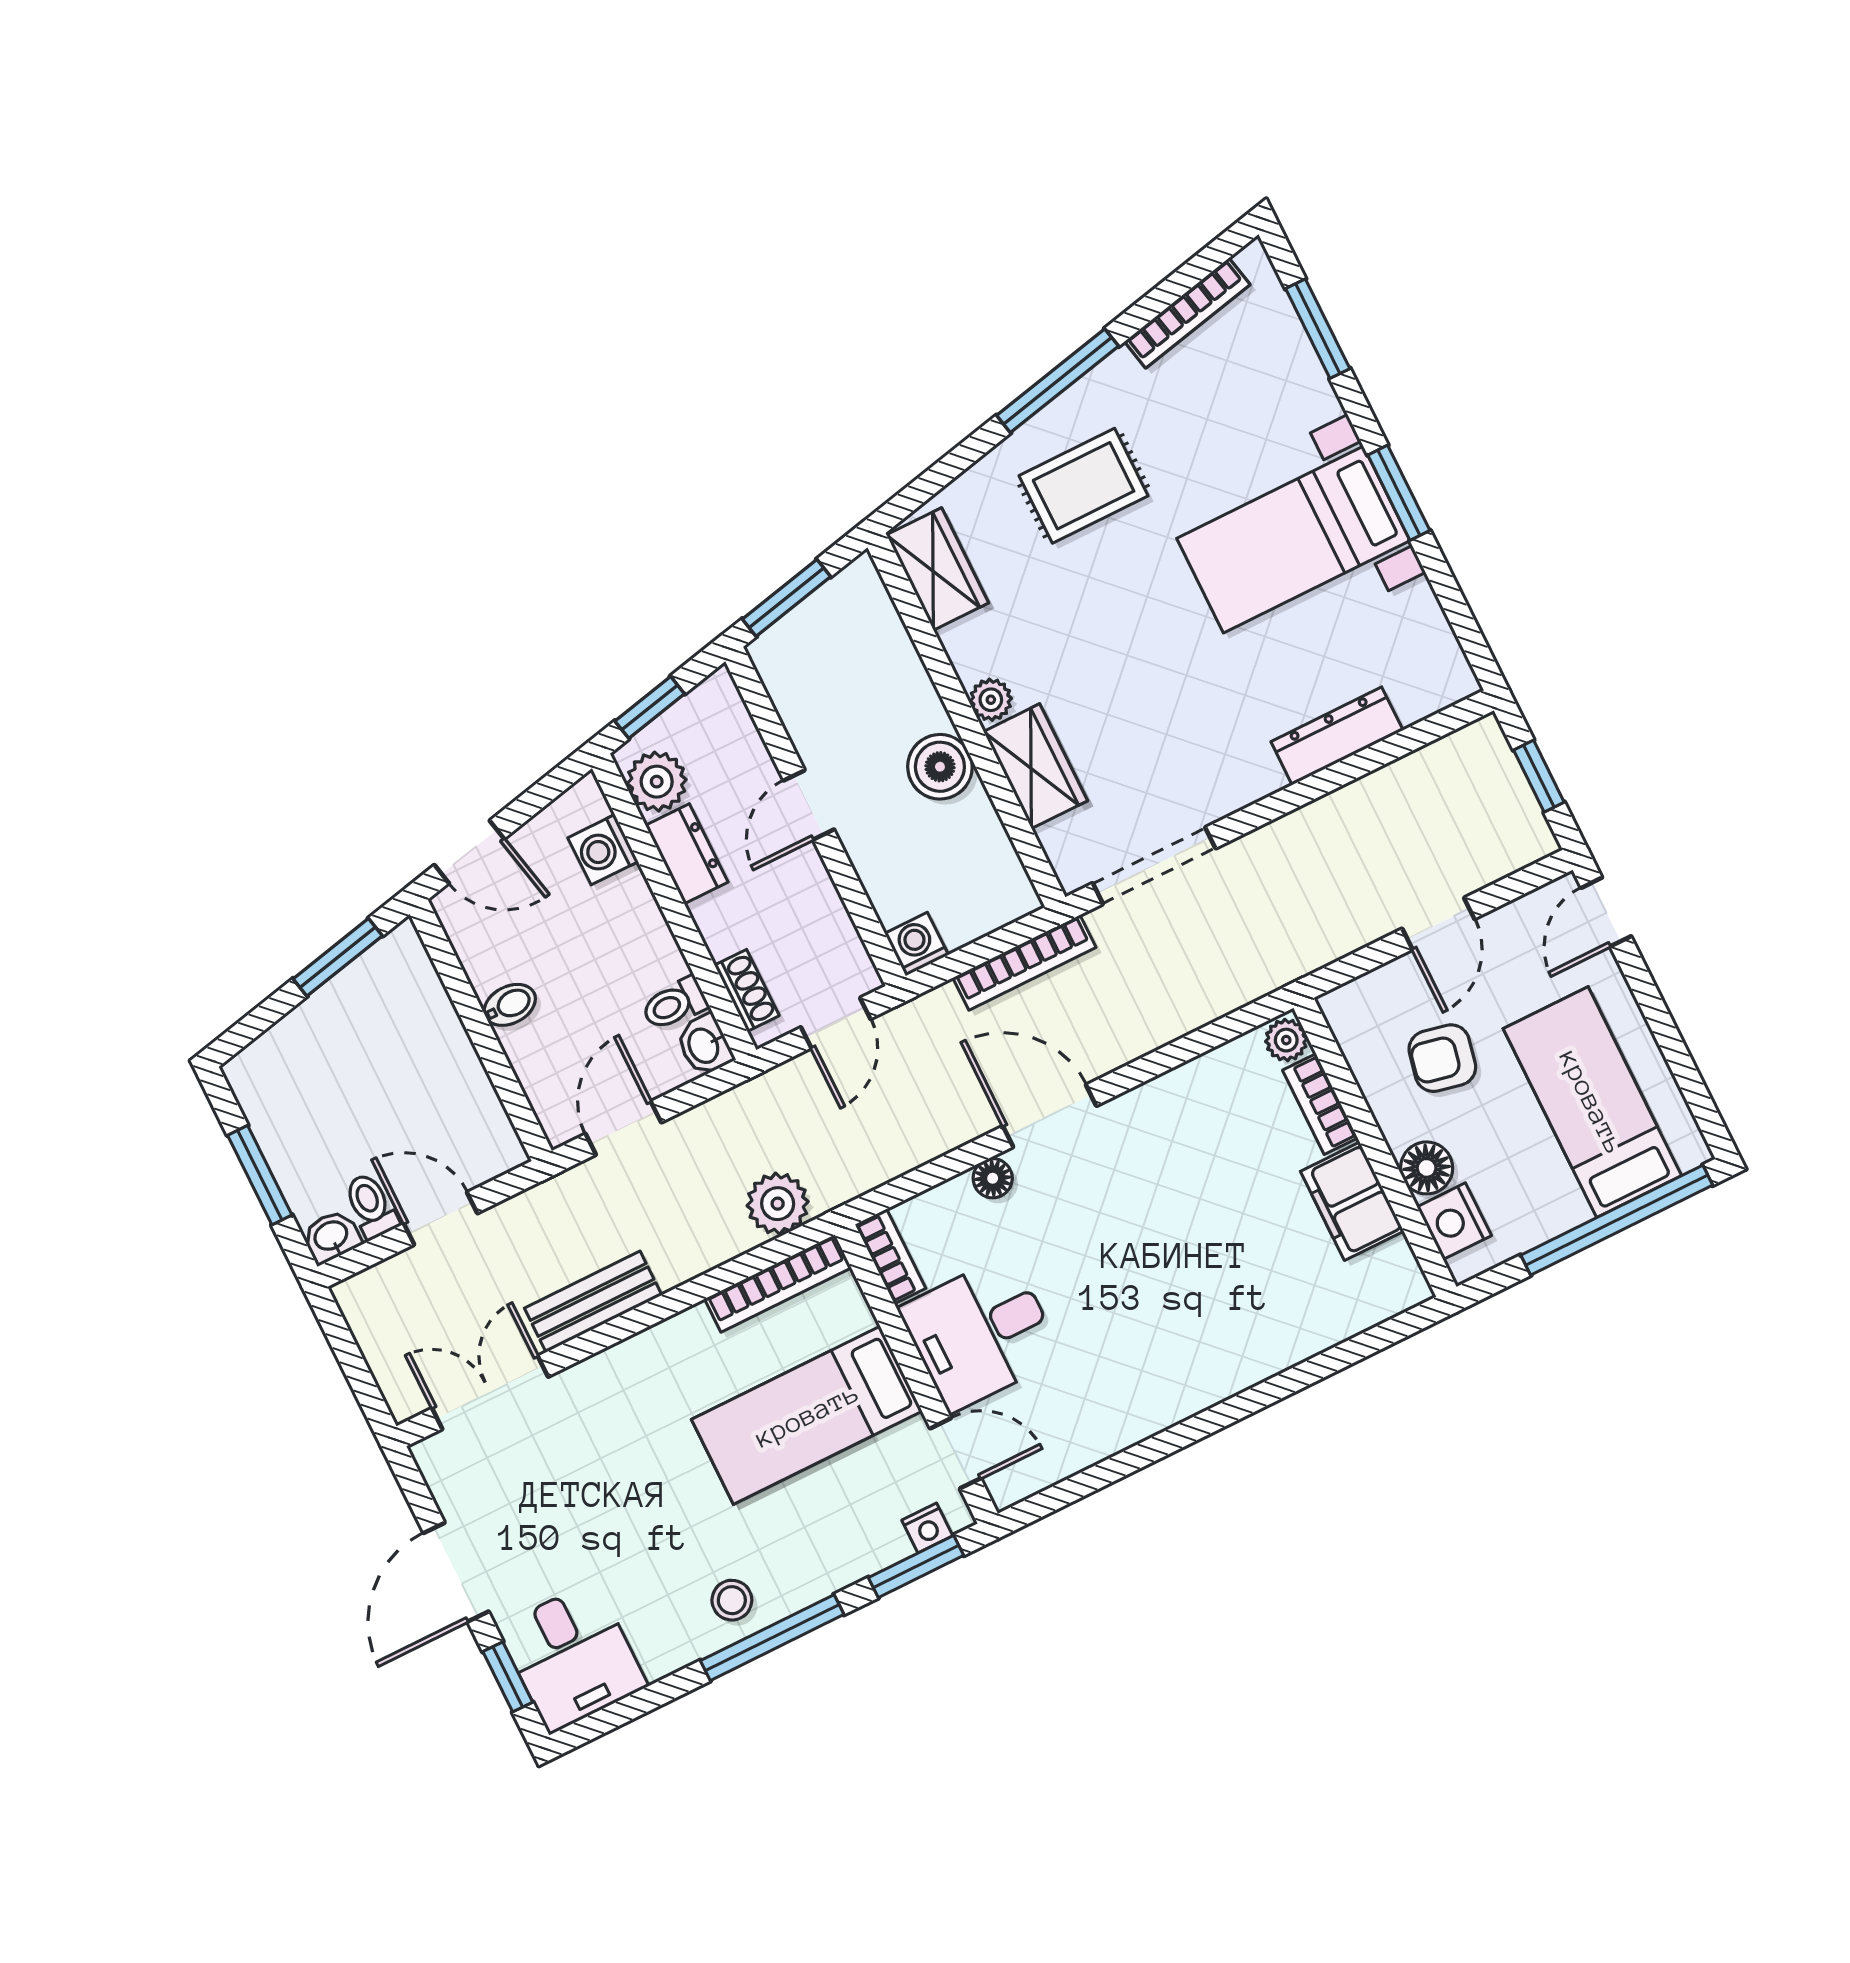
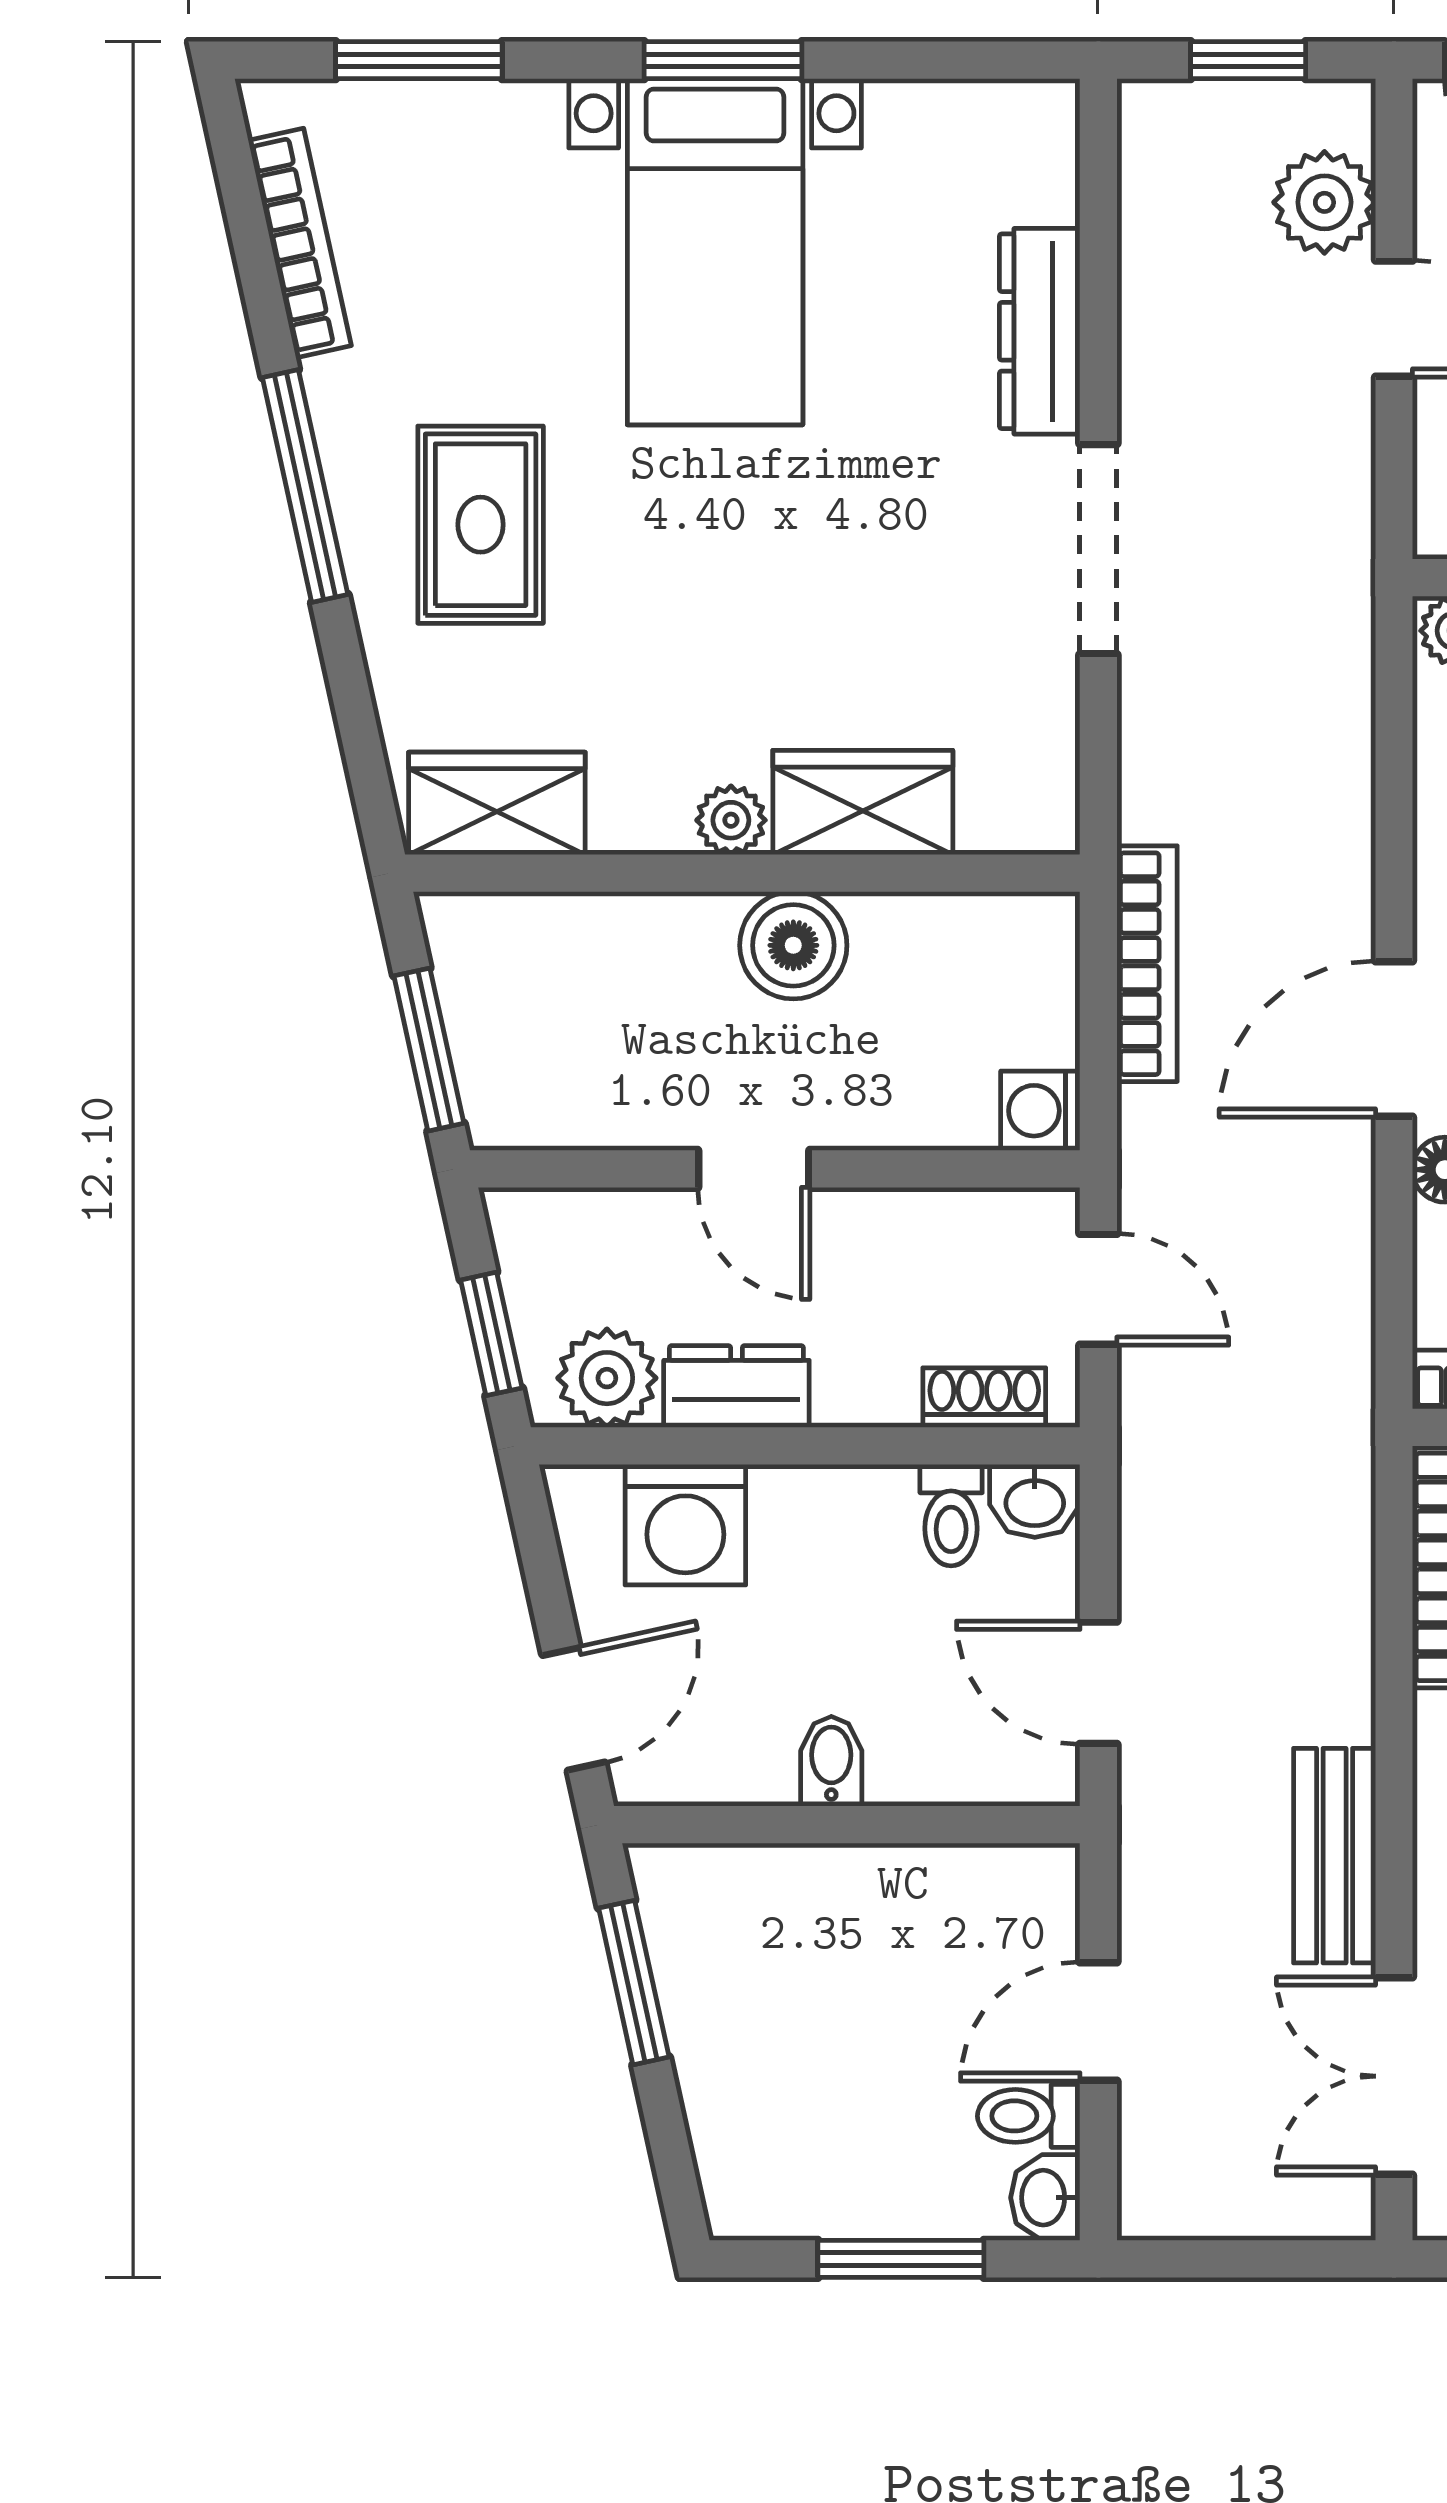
washing machine: (603, 850) -> (685, 1525), width x1.38, depth x1.38
doorway: (1154, 866) -> (1098, 549), moved
plant: (778, 1204) -> (1324, 202), moved

